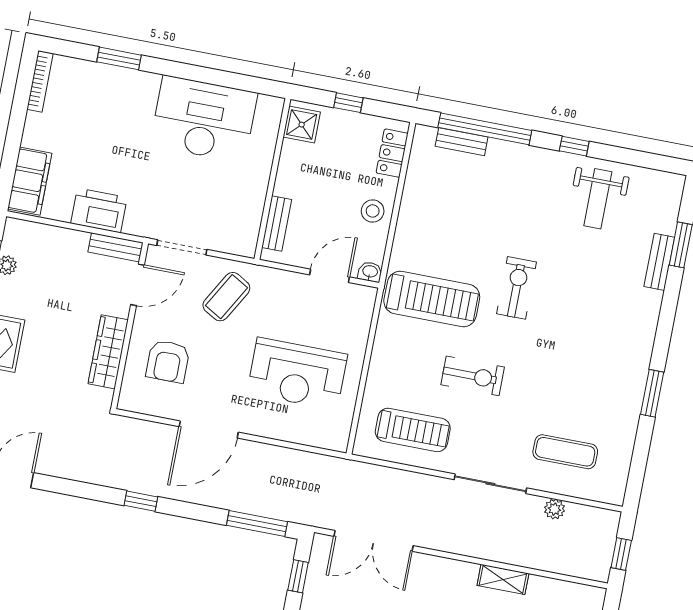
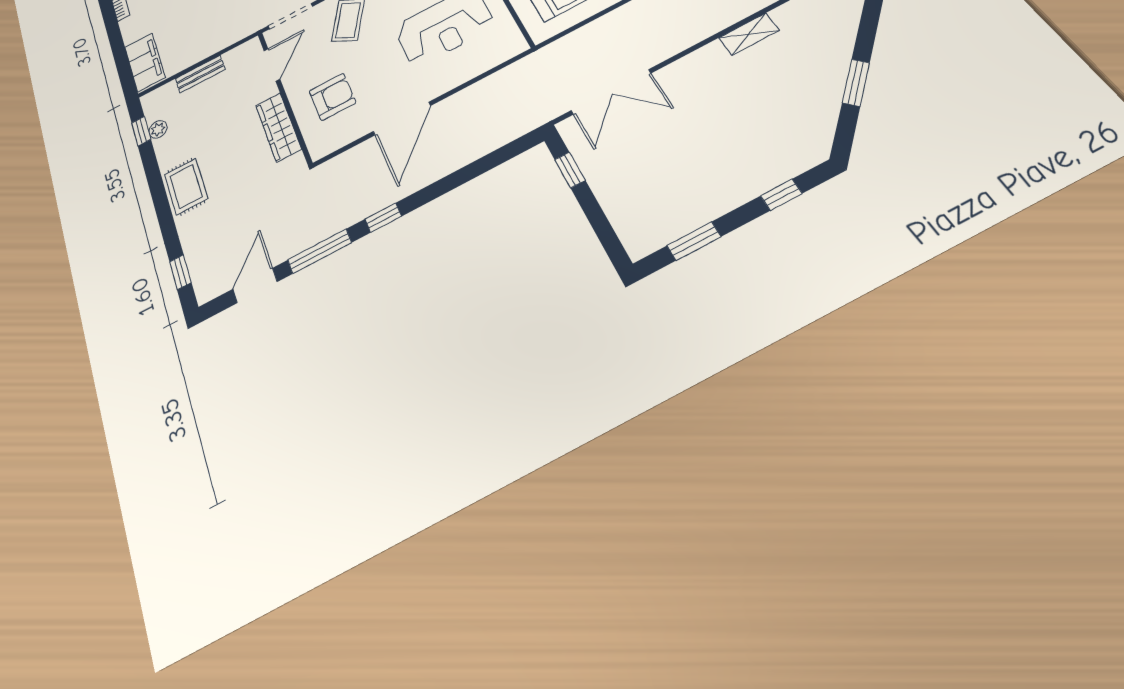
printer: (99, 210) -> (210, 41), removed
bench: (115, 247) -> (200, 74), moved
armchair: (168, 361) -> (332, 97), turned -90
window: (257, 523) -> (320, 251), moved

